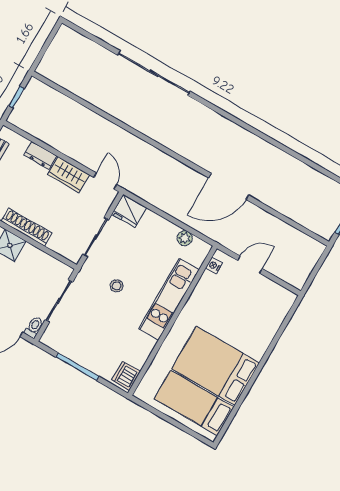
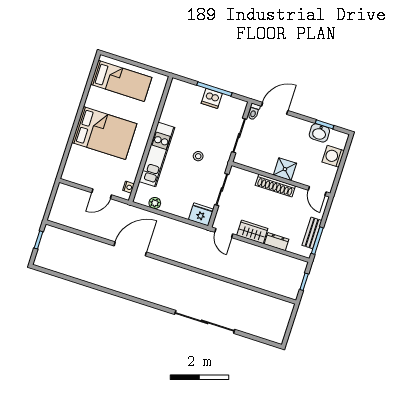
bed: (215, 366) -> (104, 133), moved
dishwasher: (126, 376) -> (212, 98), moved, turned 90

